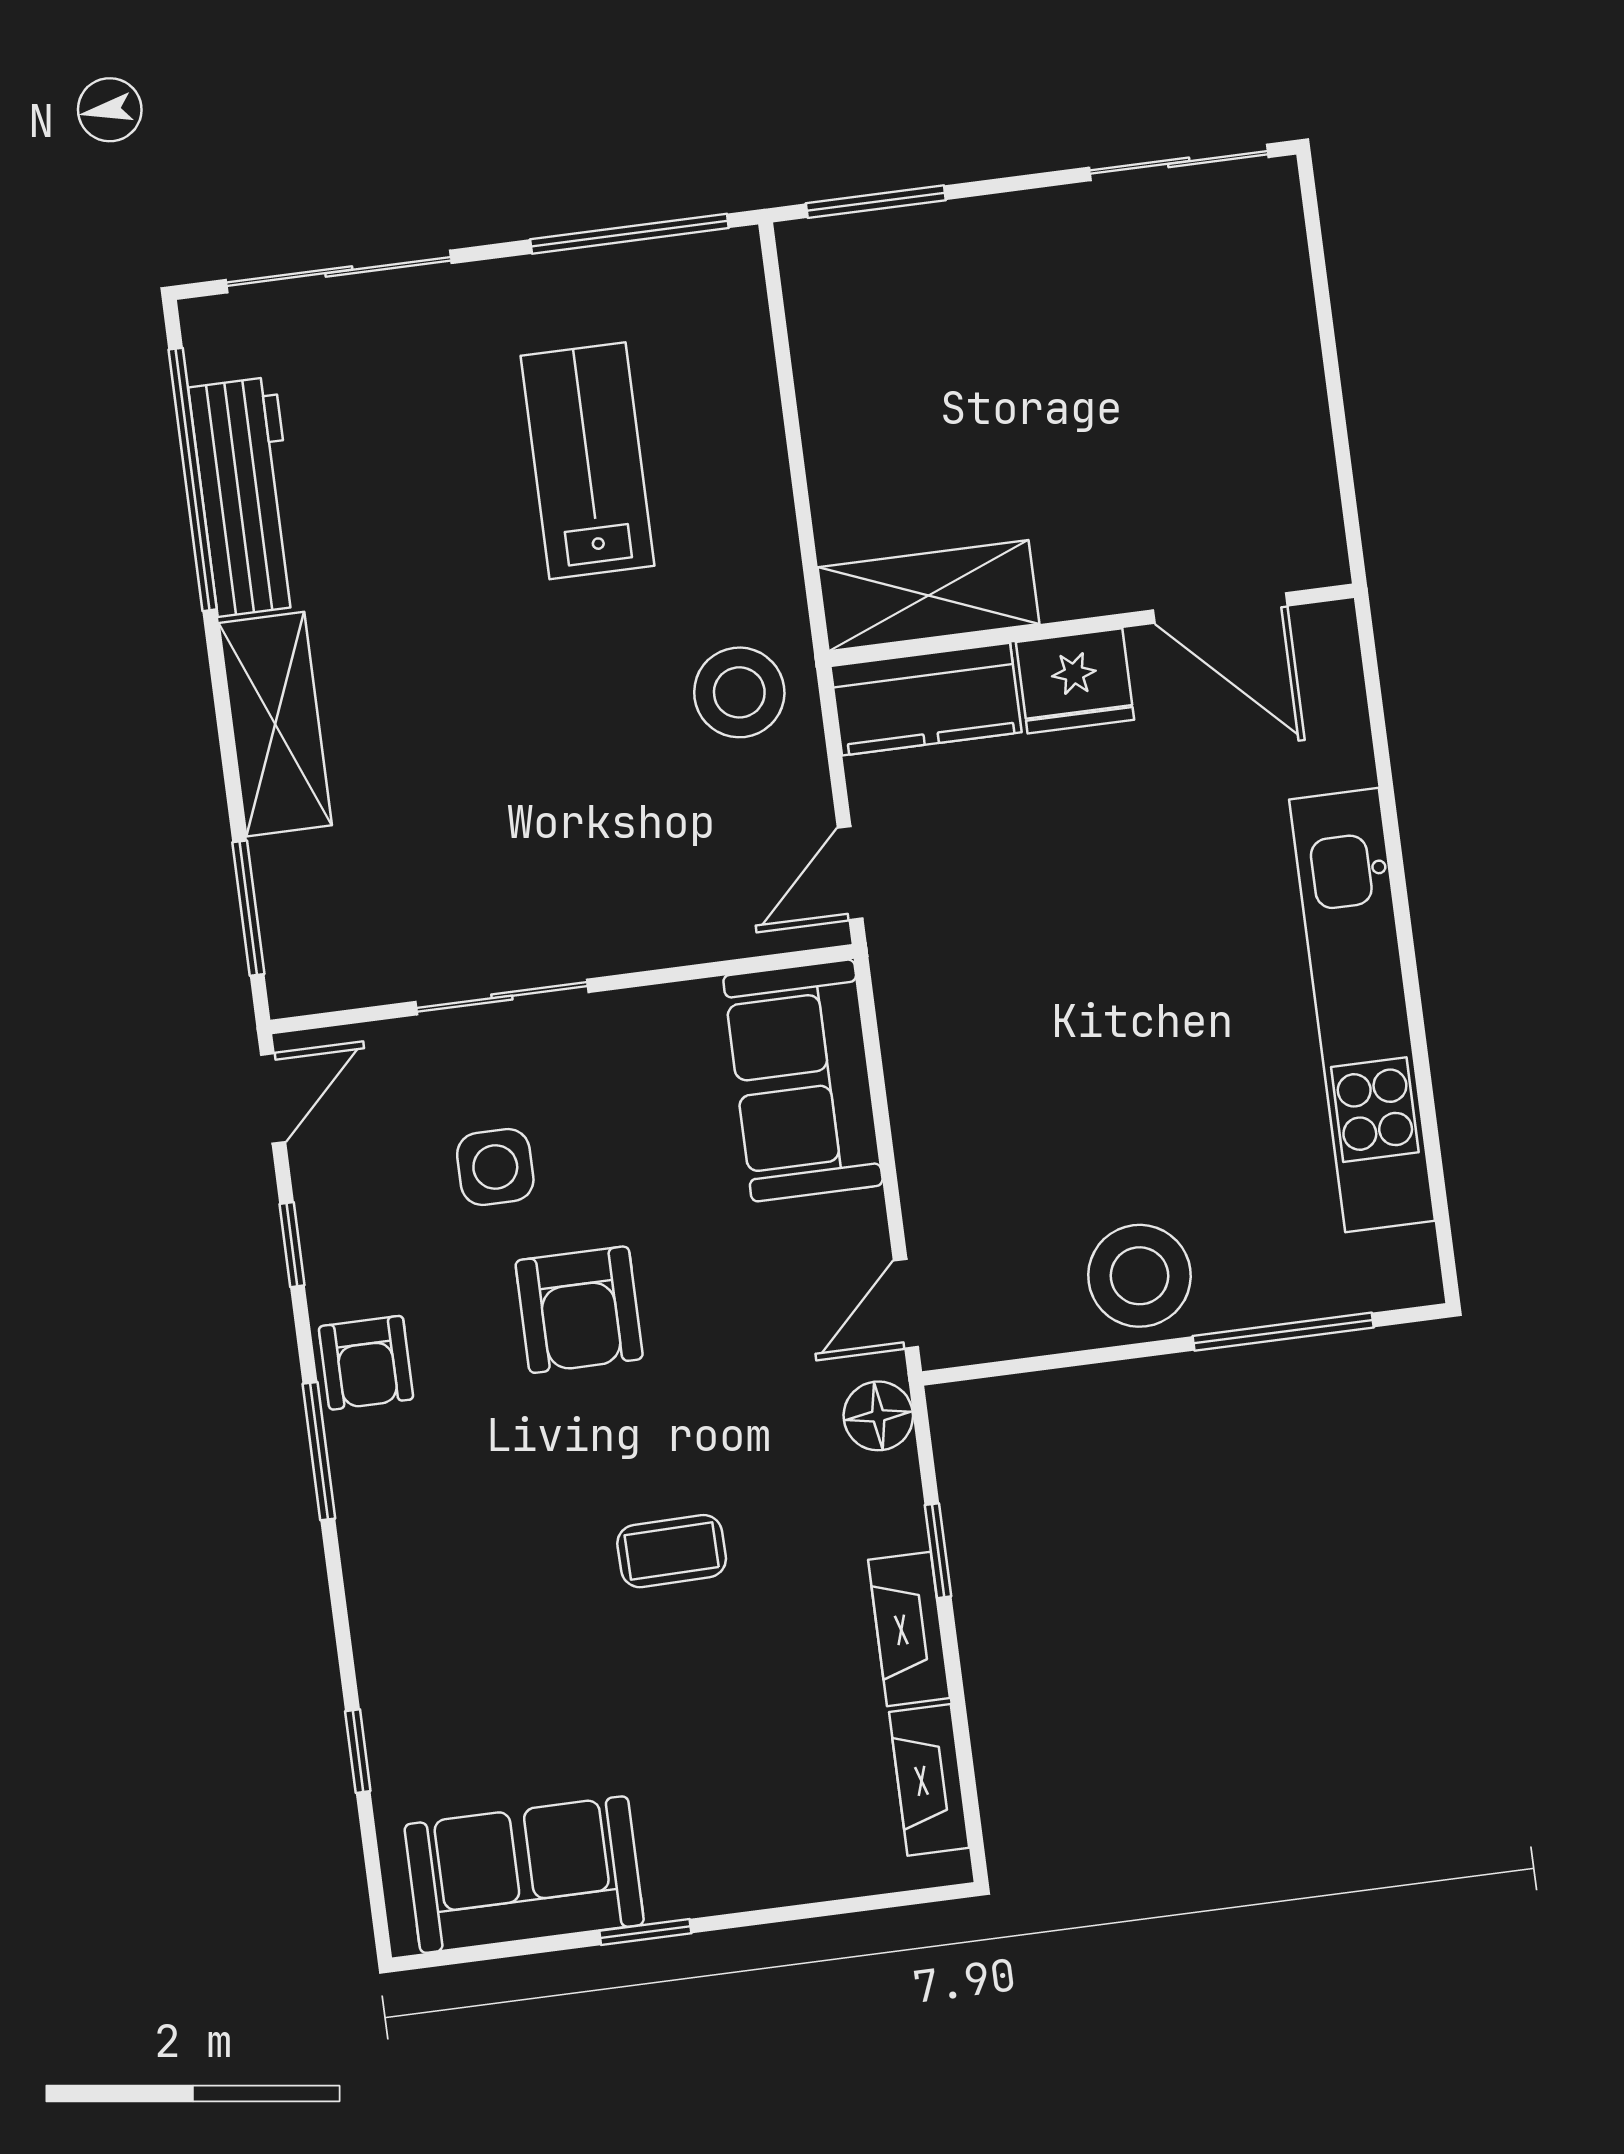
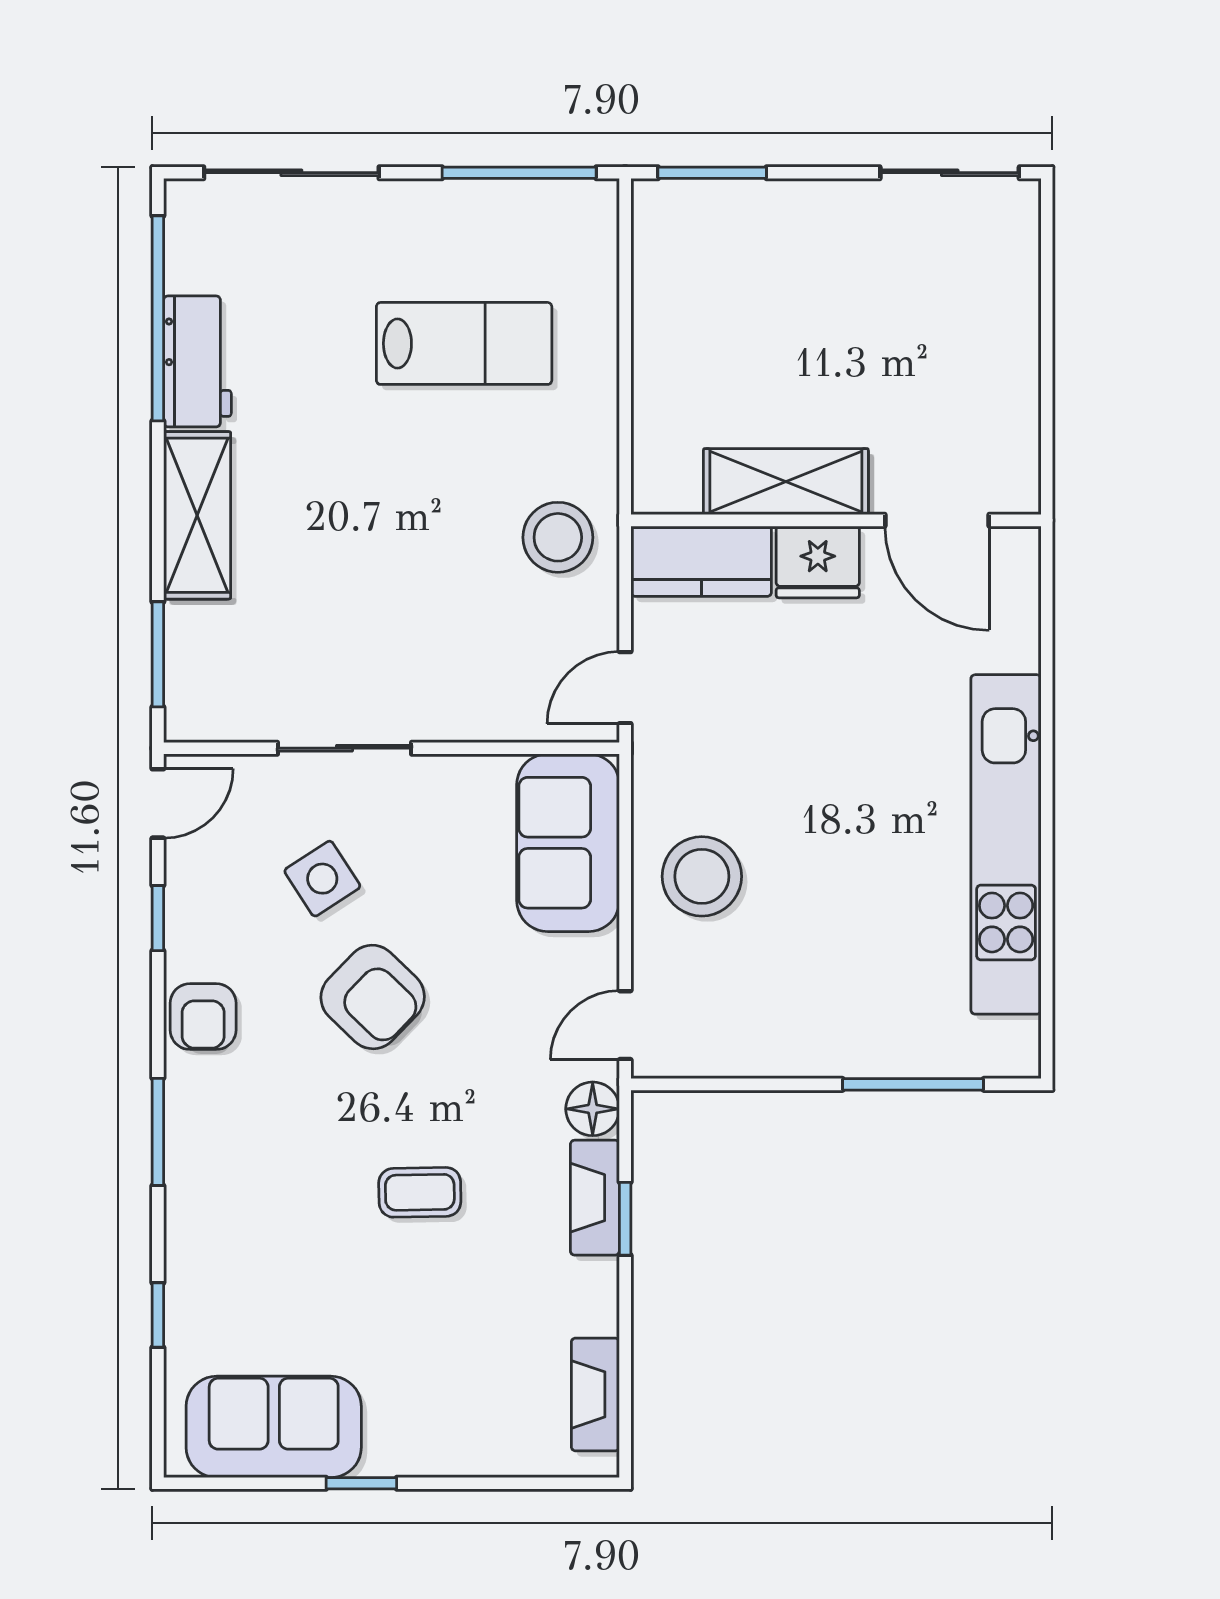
lab bench: (587, 461) -> (464, 343), turned 90
workbench: (246, 497) -> (197, 361), width x0.73
shelving: (929, 596) -> (786, 482), moved
side table: (495, 1167) -> (322, 879), turned -33
stool: (1139, 1276) -> (702, 876), moved
armchair: (579, 1310) -> (373, 997), turned -46
window: (319, 1451) -> (158, 1132), moved
fireplace: (909, 1629) -> (595, 1198), moved

